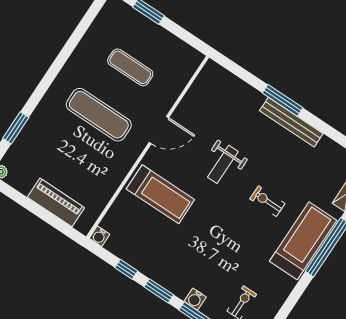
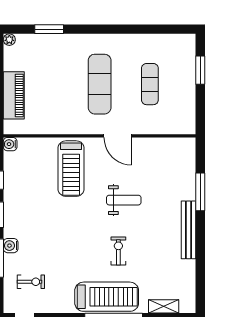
window: (283, 100) -> (200, 192), moved
weight bench: (223, 164) -> (124, 200), turned 180

